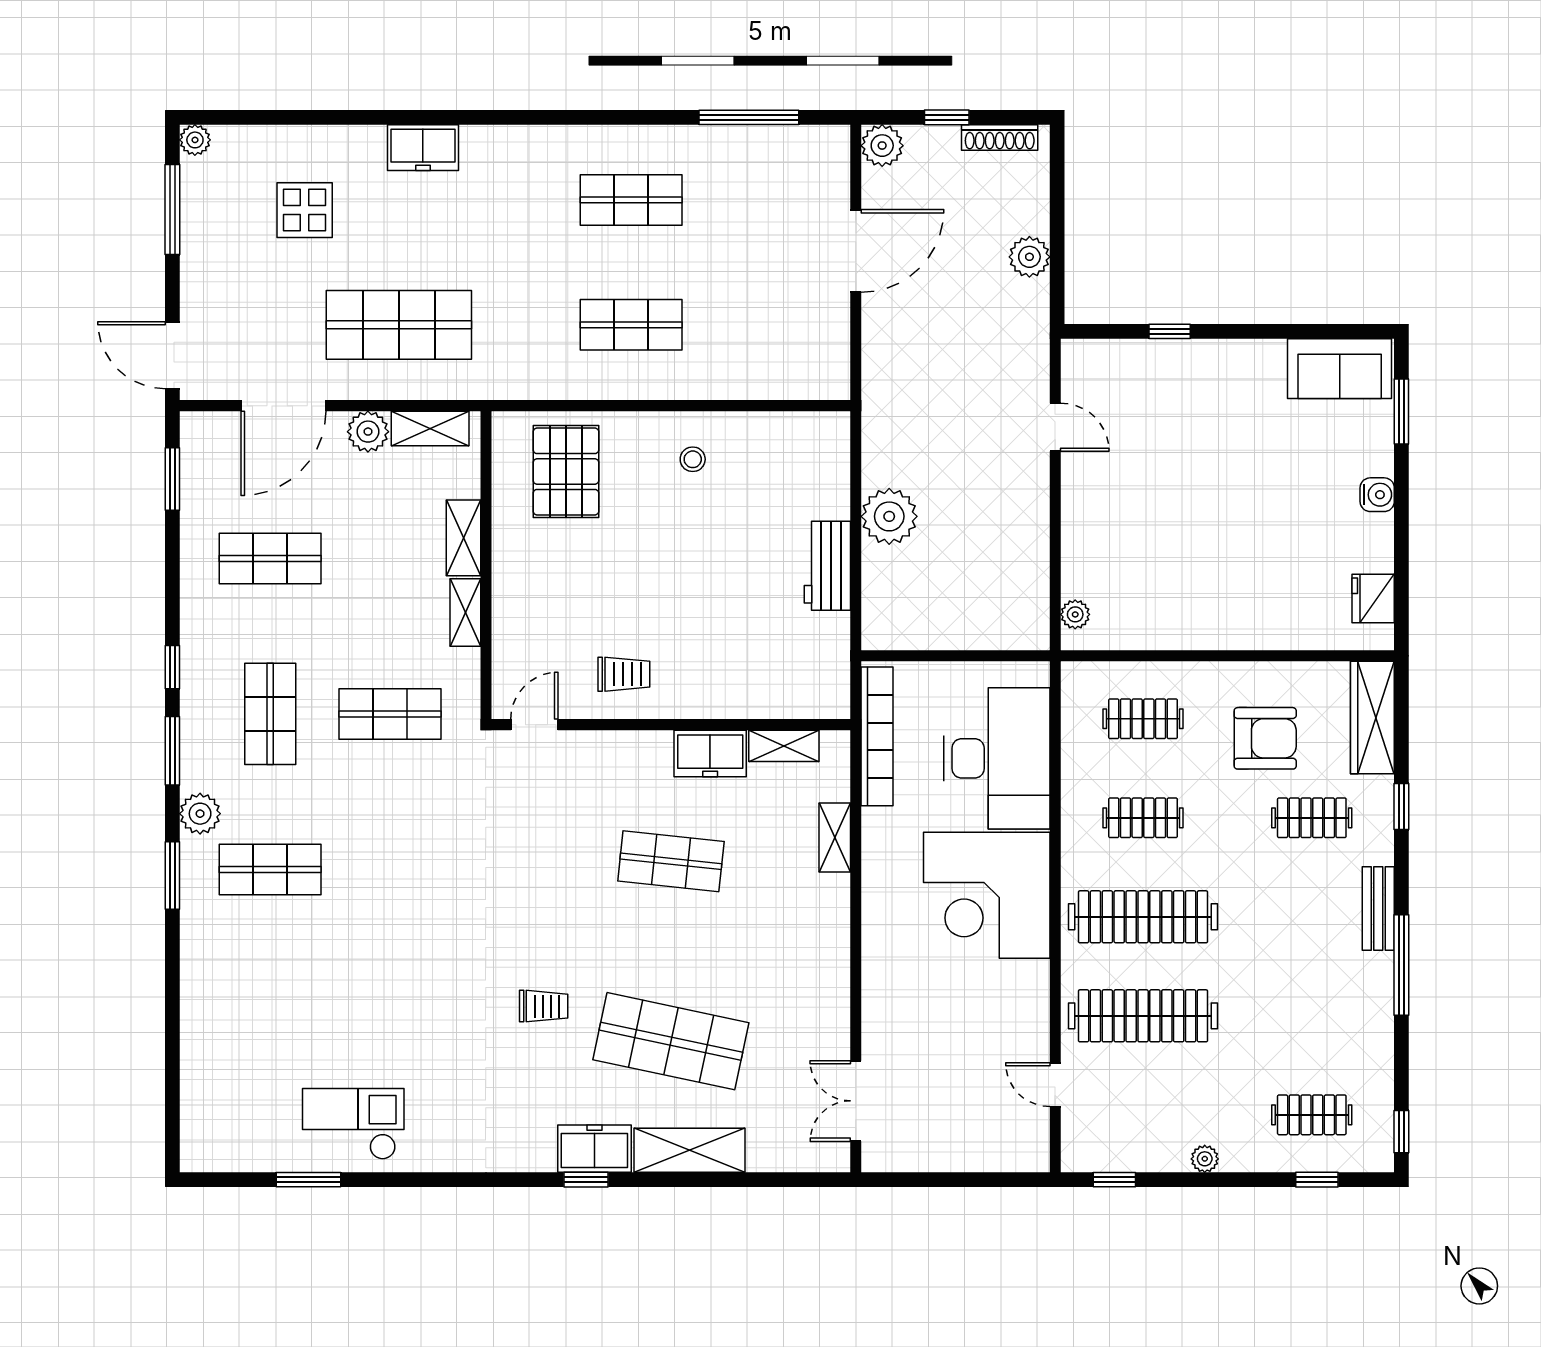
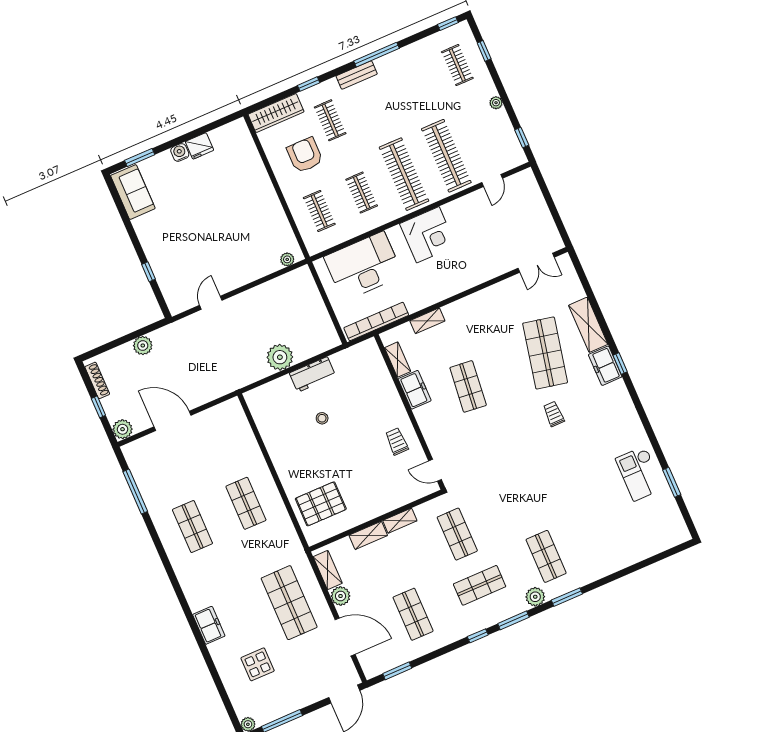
stool: (693, 459) -> (322, 418), moved
fridge: (1373, 598) -> (199, 146), moved
corner desk: (987, 895) -> (428, 235), width x0.74, depth x0.74

